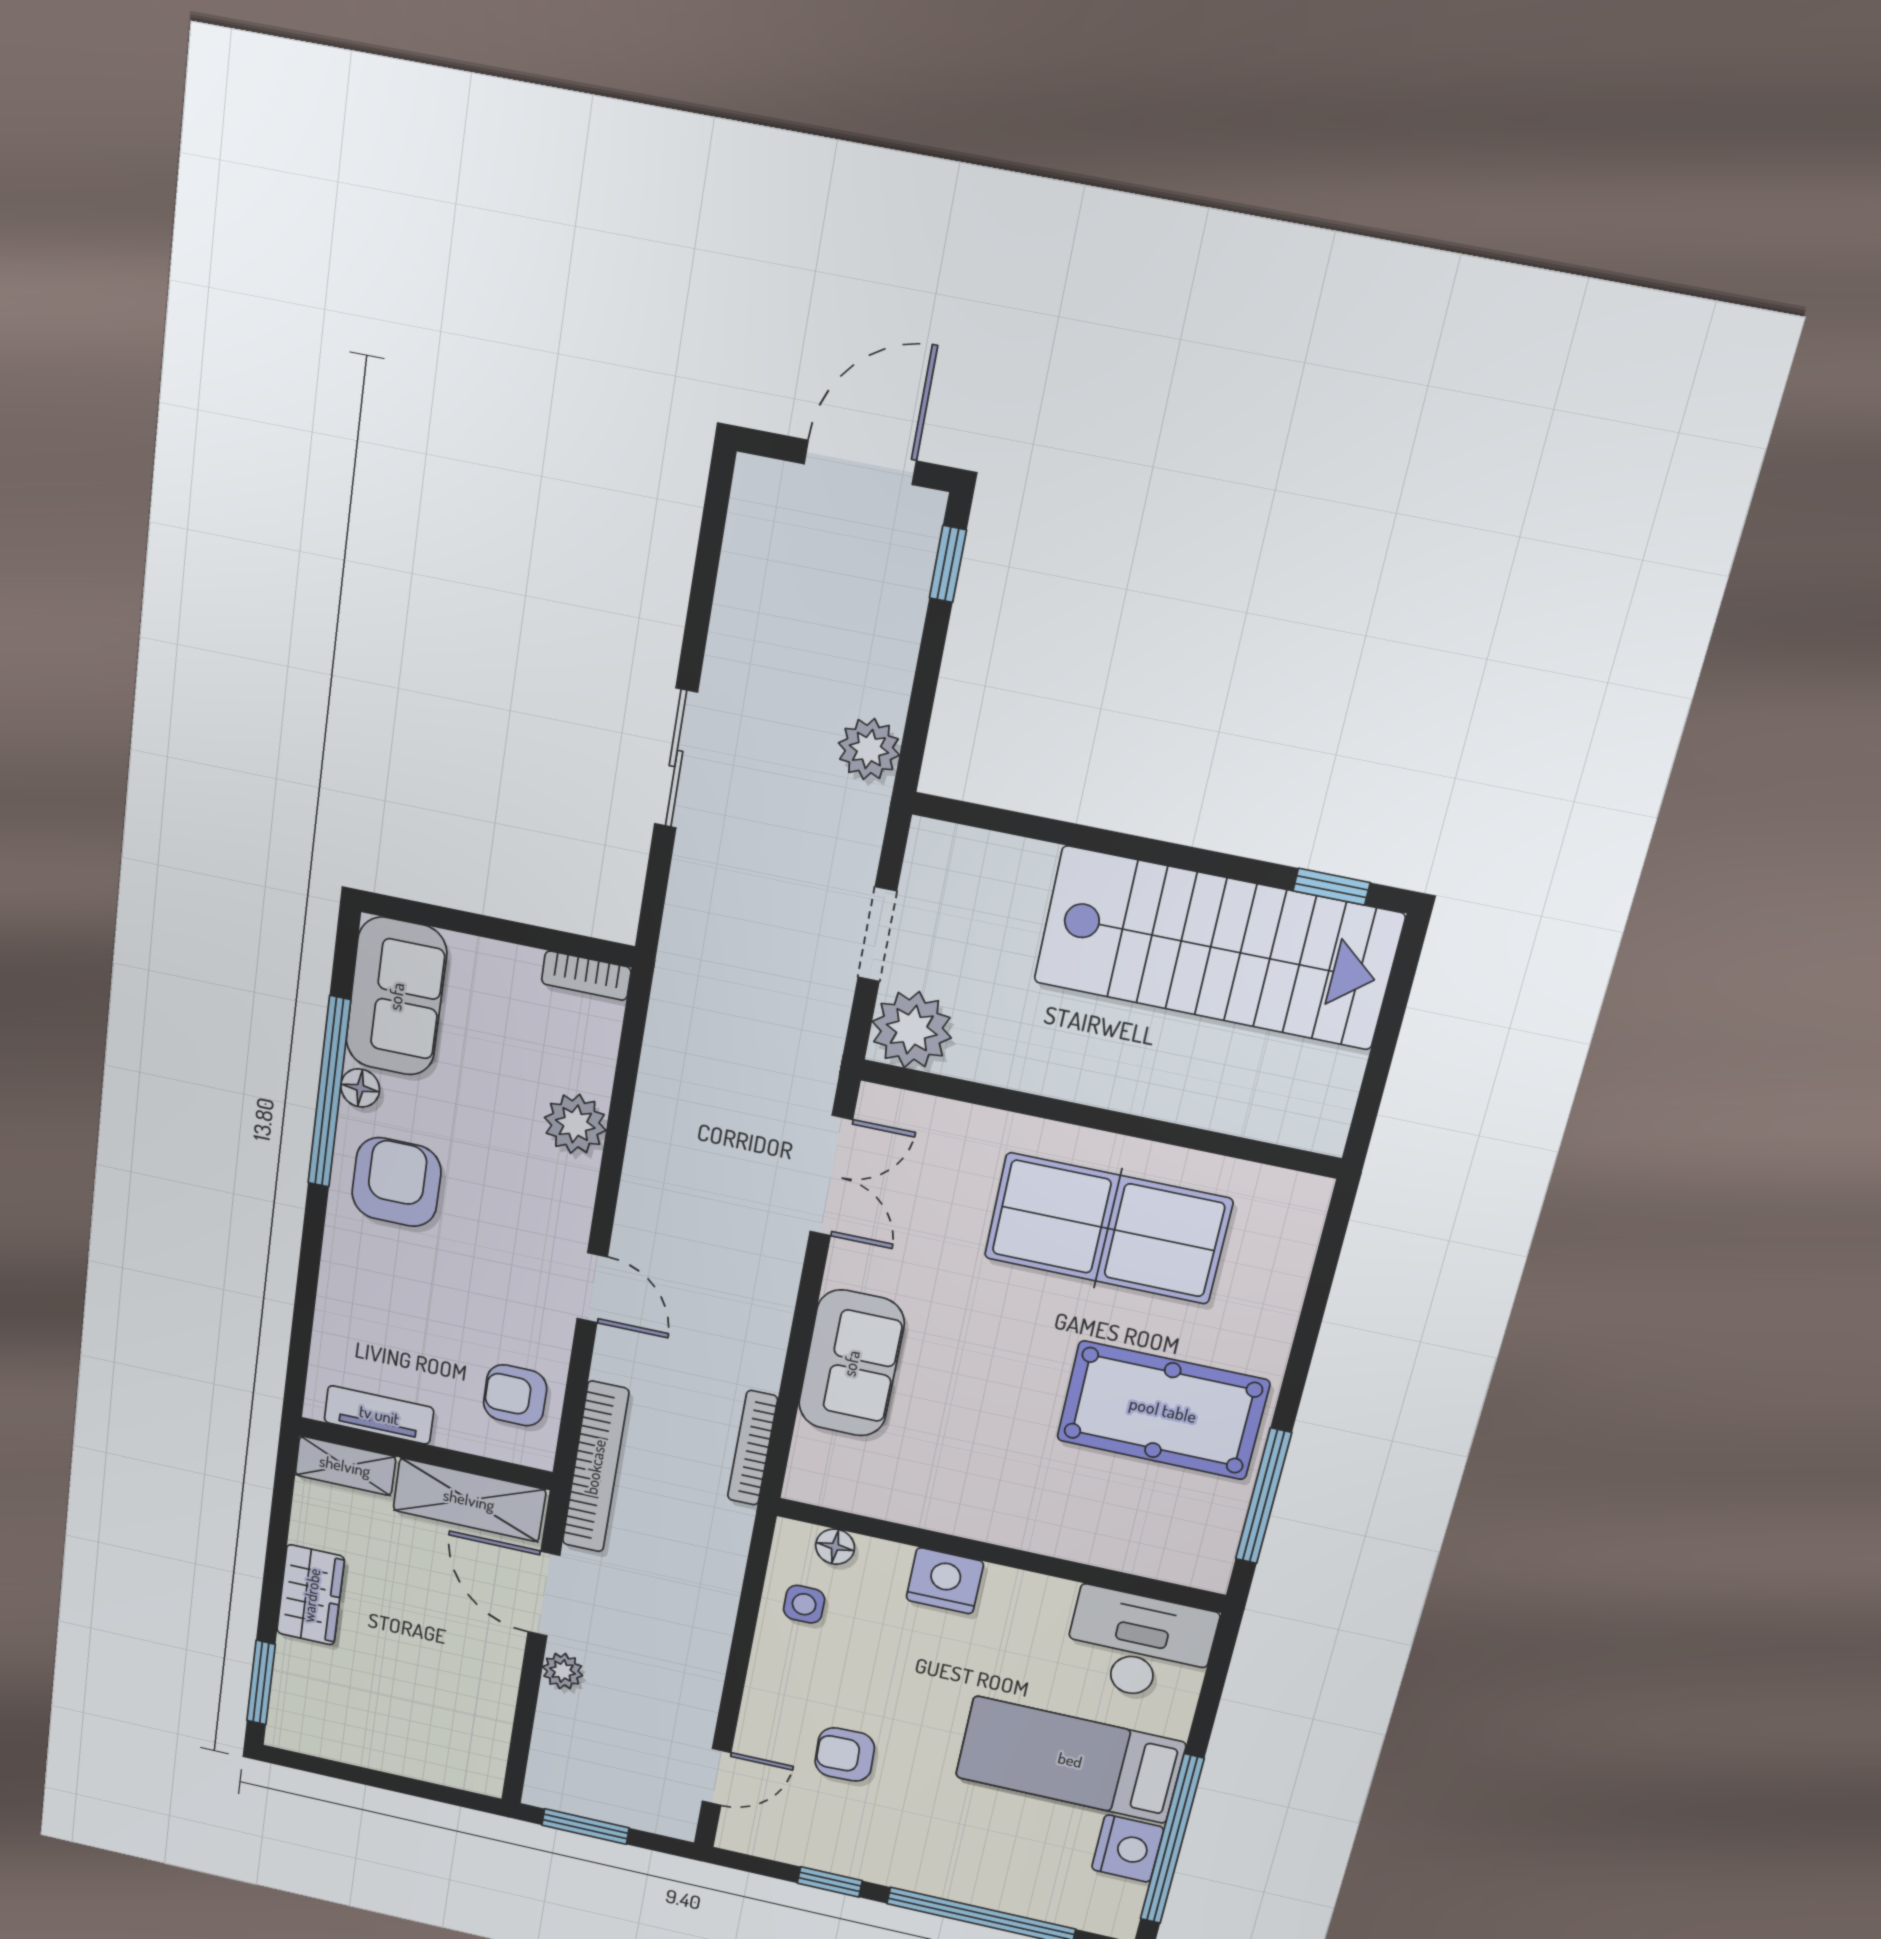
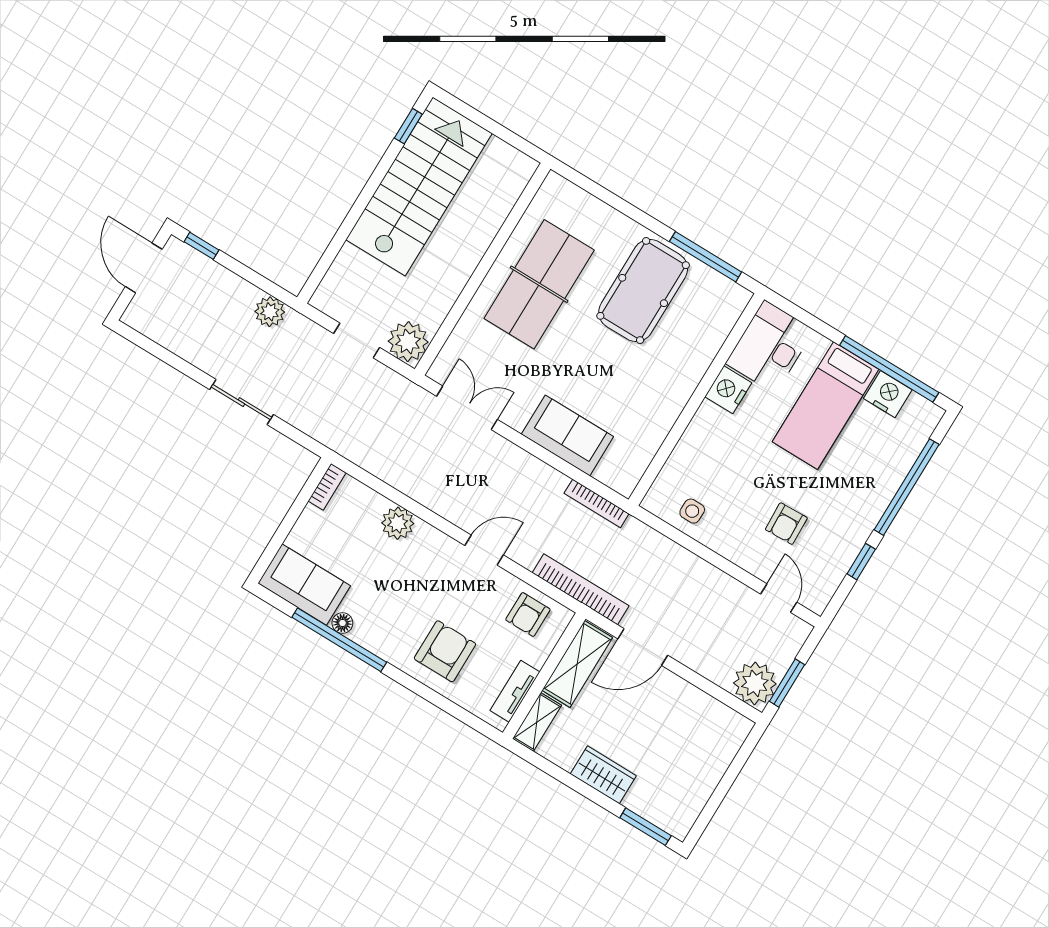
armchair: (396, 1182) -> (445, 651), moved, turned 90
floor lamp: (835, 1547) -> (665, 482), removed
nightstand: (945, 1581) -> (728, 390), moved
plant: (563, 1671) -> (755, 683), moved, width x1.88, depth x1.88

